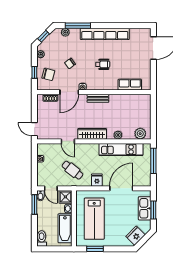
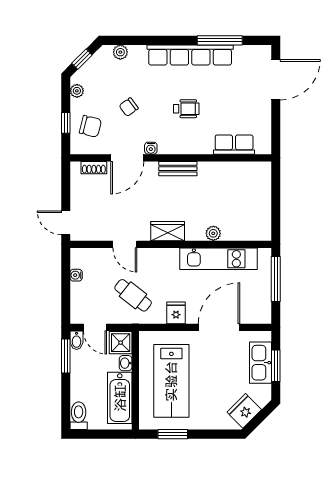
window: (78, 26) -> (220, 40), moved
wardrobe: (92, 134) -> (168, 231), width x0.67
plant: (140, 134) -> (252, 231), removed

